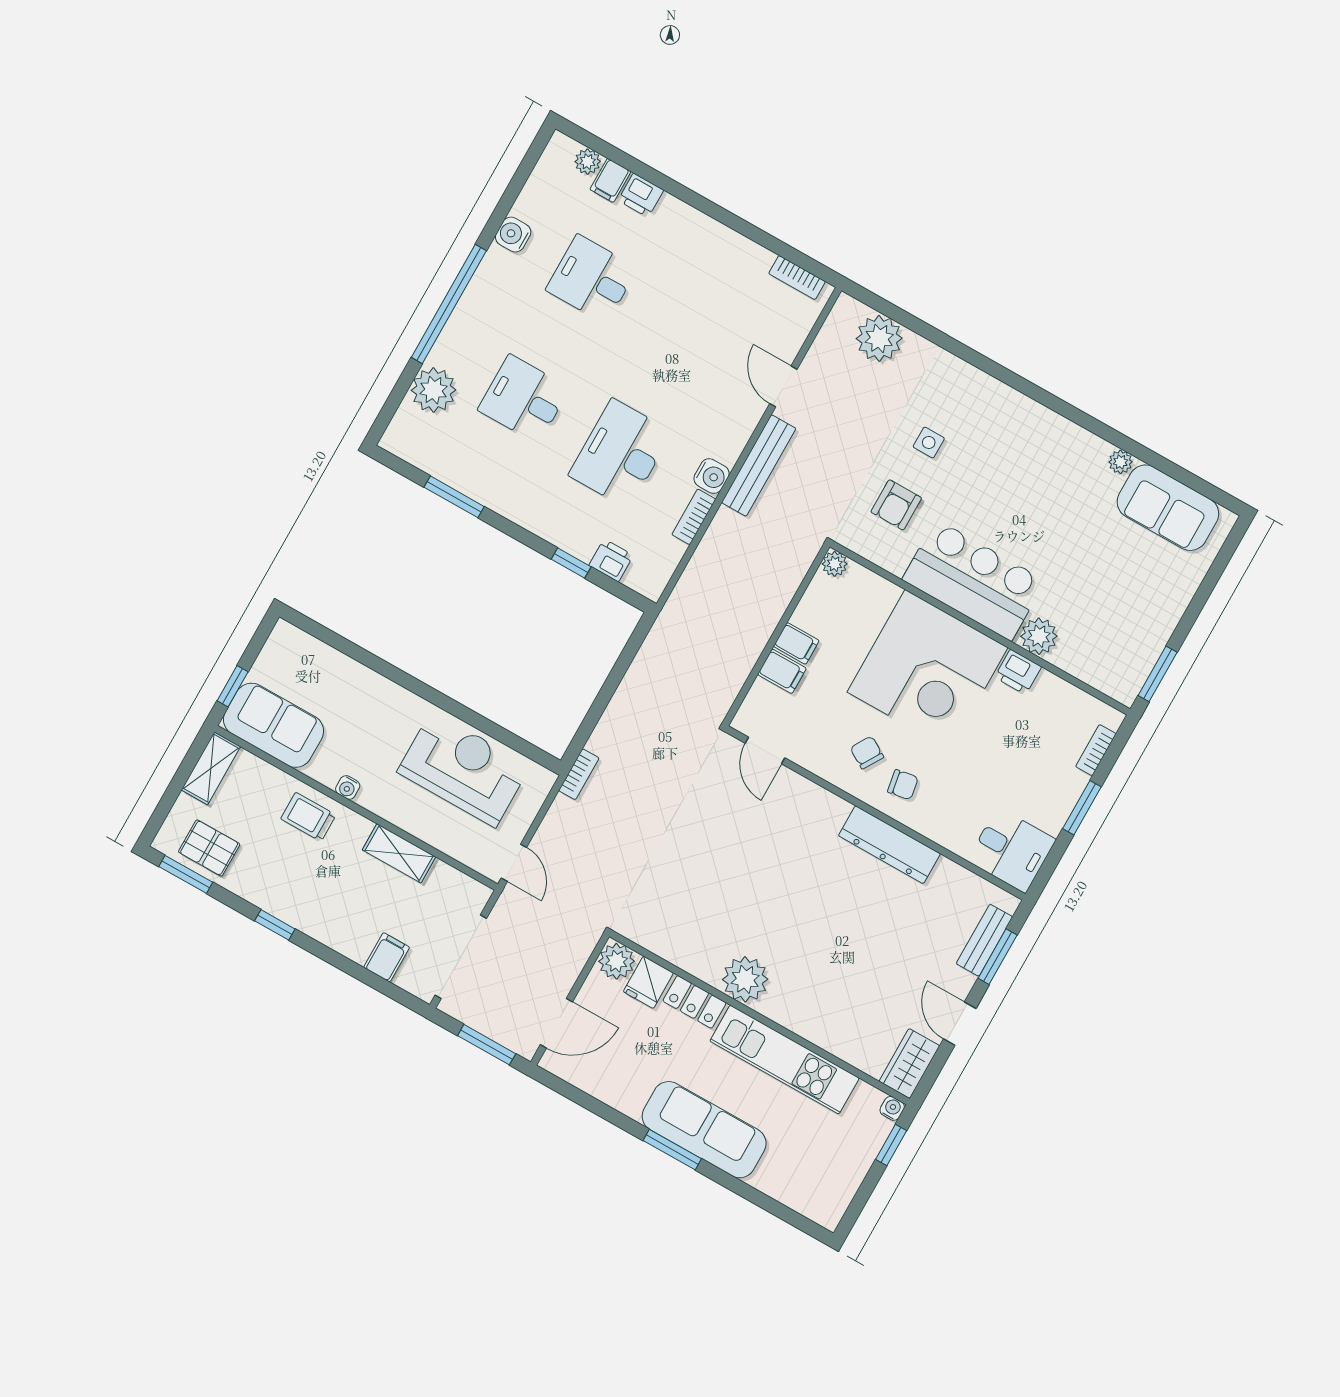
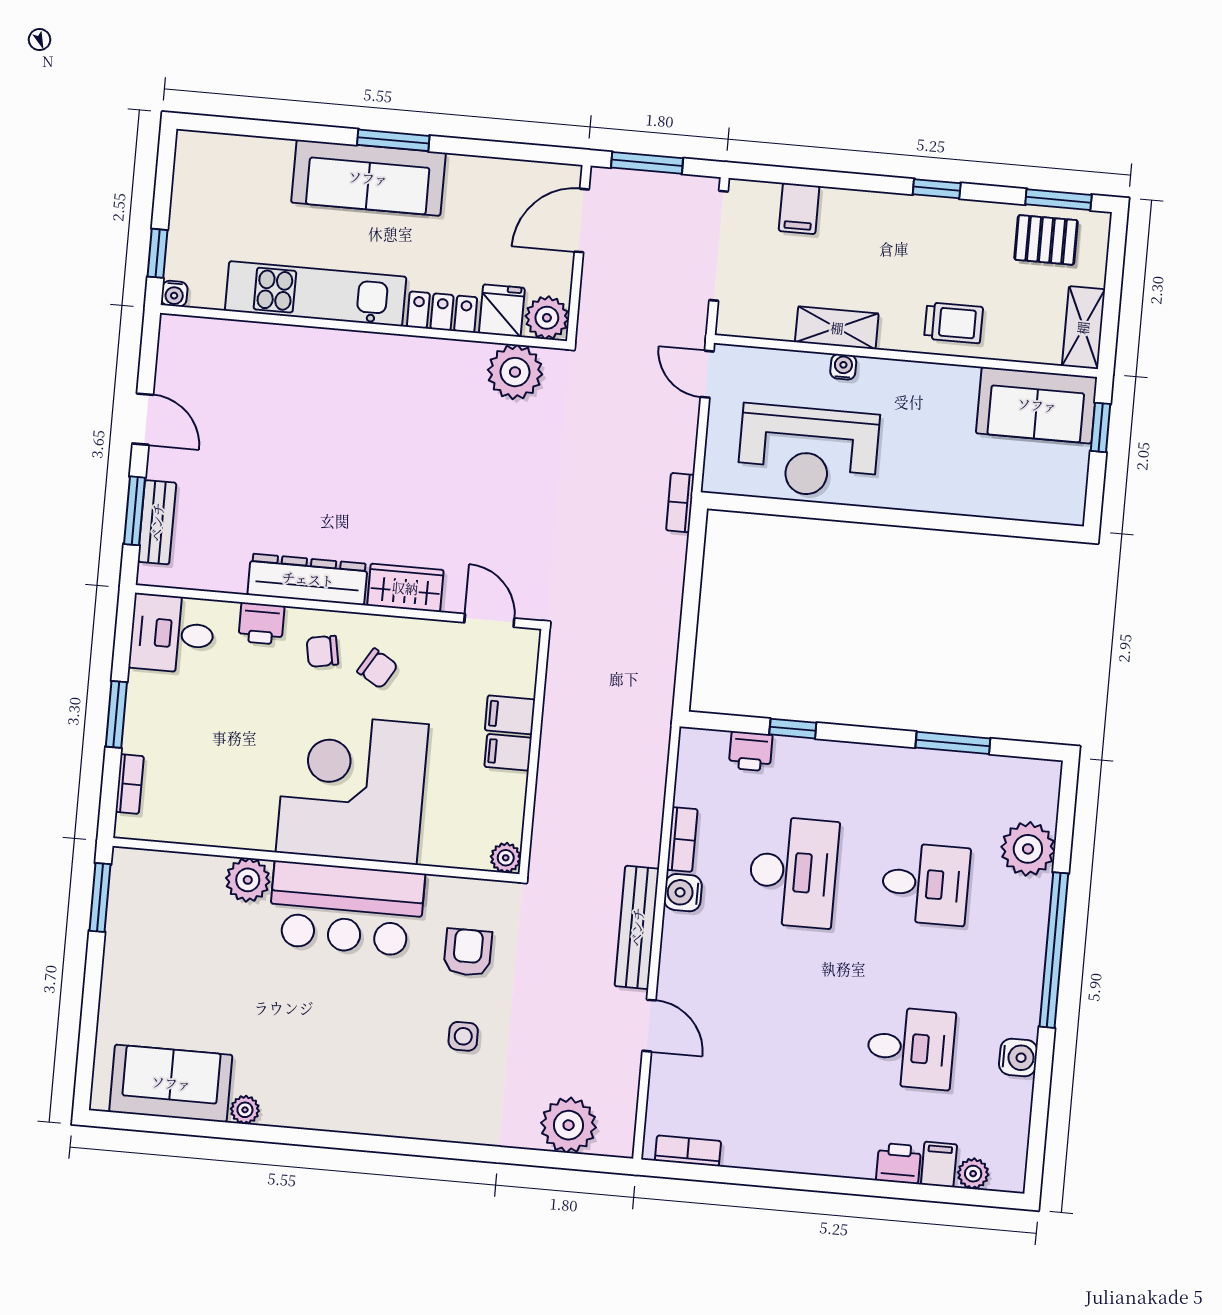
printer: (1018, 672) -> (261, 624), moved, turned 180
water cooler: (348, 787) -> (843, 367), moved
plant: (745, 979) -> (515, 372), moved
wardrobe: (909, 1064) -> (405, 588), moved, turned -90

